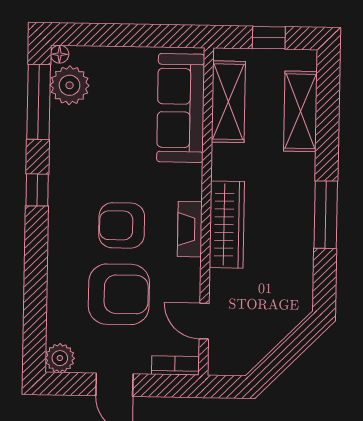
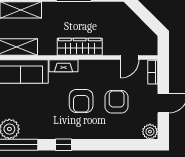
fireplace: (190, 229) -> (63, 66), moved
armchair: (119, 294) -> (117, 102), width x0.73, depth x0.73

